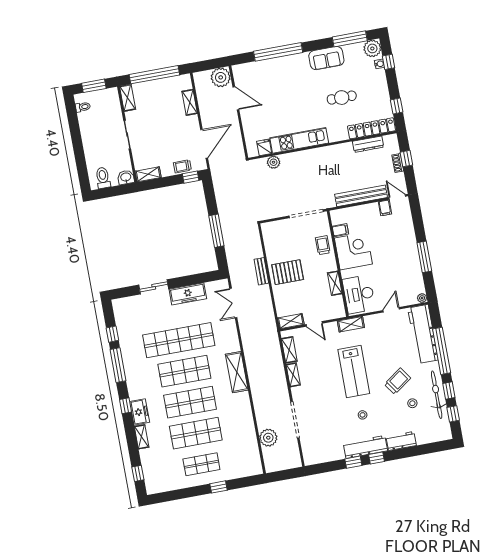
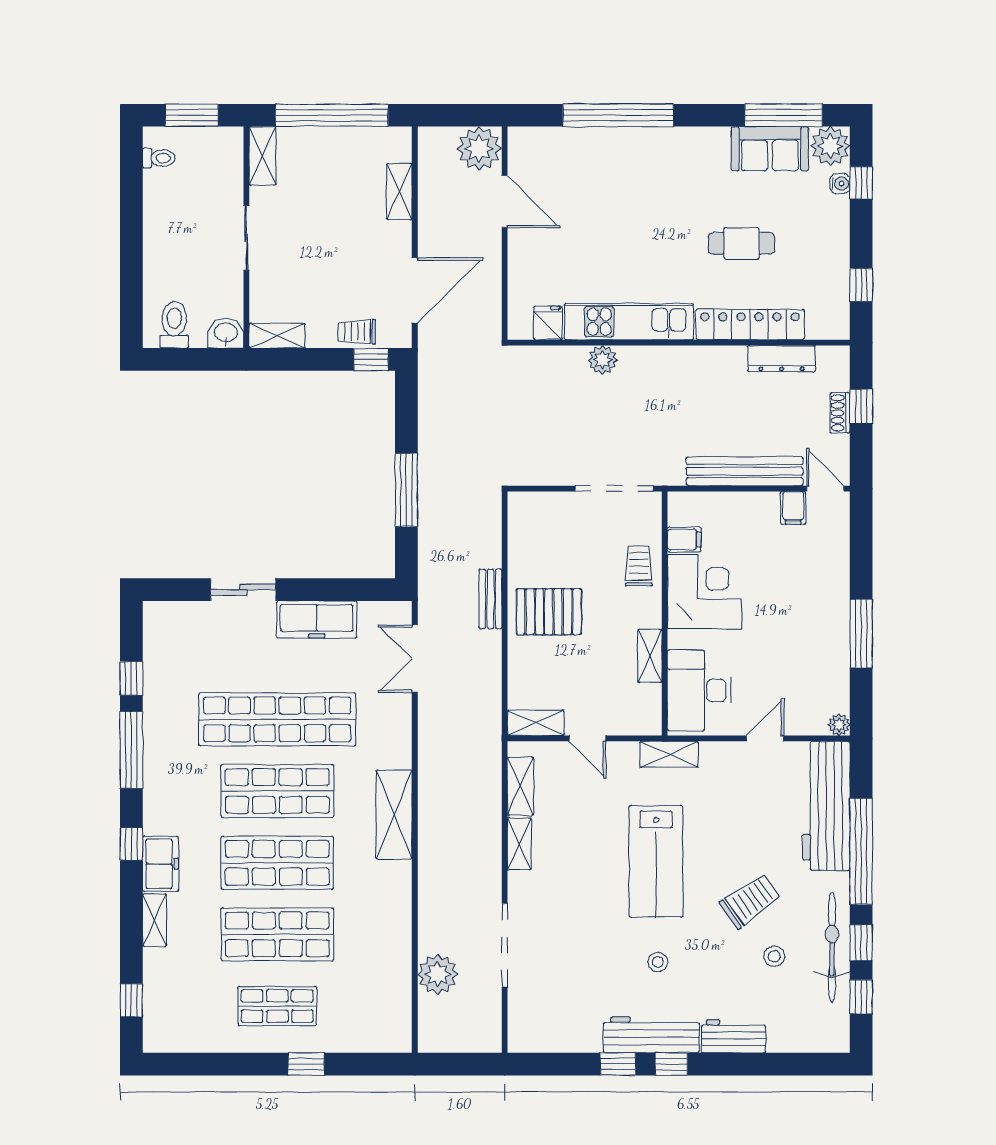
sofa: (326, 58) -> (770, 149), moved
locker: (372, 128) -> (750, 324), moved
plant: (274, 162) -> (603, 360), moved

